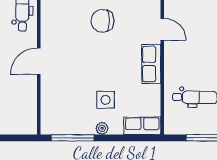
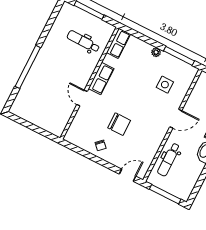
side table: (106, 100) -> (165, 85), moved
row of seats: (142, 126) -> (118, 43), moved, turned -90

